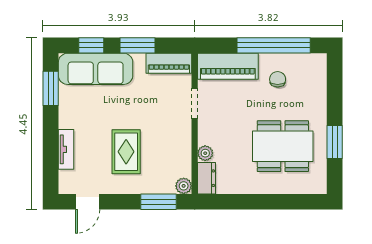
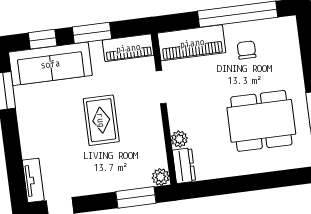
tv unit: (66, 149) -> (33, 180), moved
rug: (126, 152) -> (101, 120), moved

